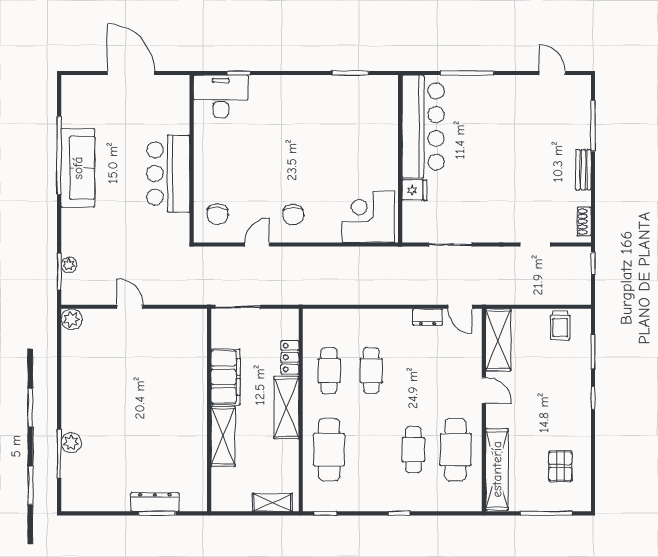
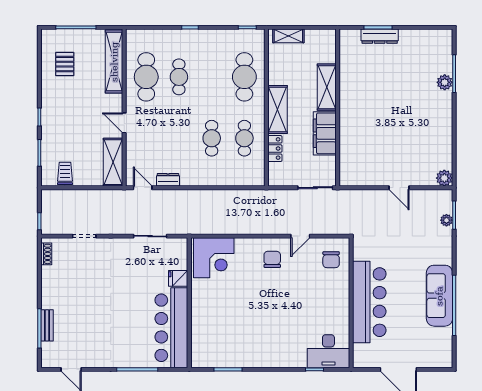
bench: (583, 170) -> (47, 325), moved
bar counter: (168, 174) -> (369, 302), width x1.36
chair: (217, 214) -> (331, 260), turned 180

